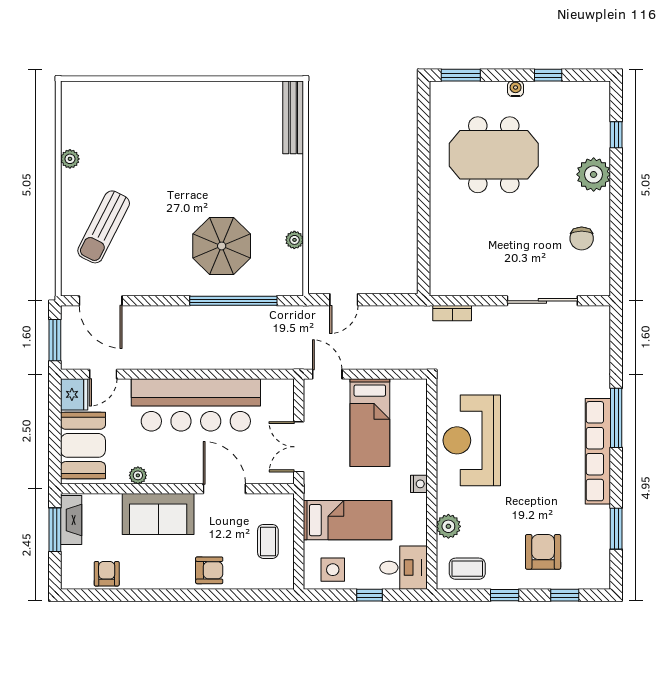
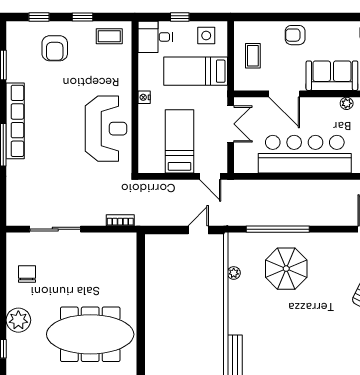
meeting table: (494, 155) -> (90, 334), width x1.36
plant: (448, 526) -> (123, 67), removed

